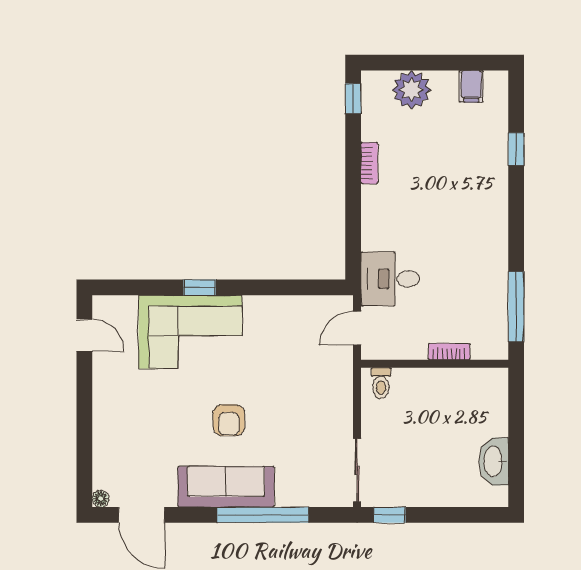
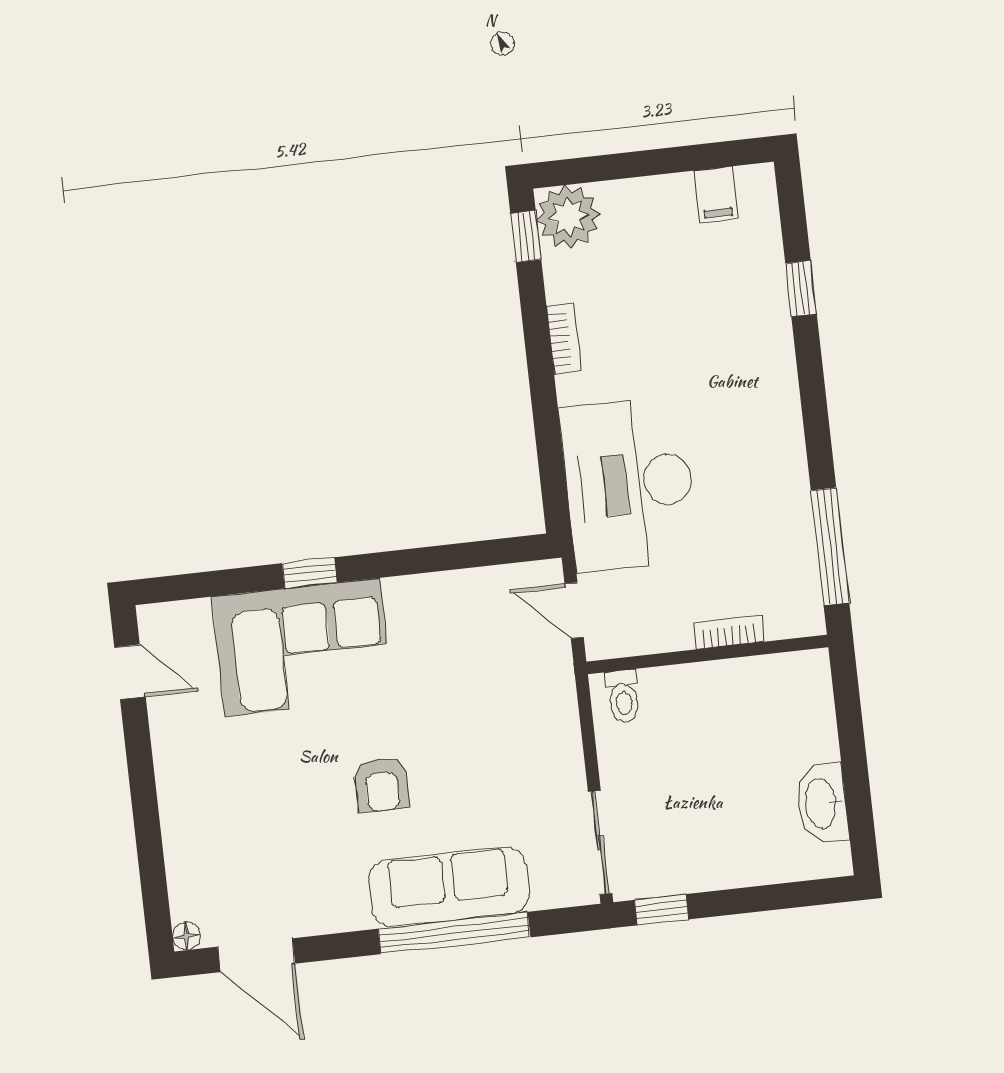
plant: (412, 90) -> (568, 217), moved
desk: (390, 279) -> (629, 484), width x1.87, depth x1.30
door: (357, 328) -> (574, 611), hinge flipped
sofa: (226, 487) -> (449, 887), moved

